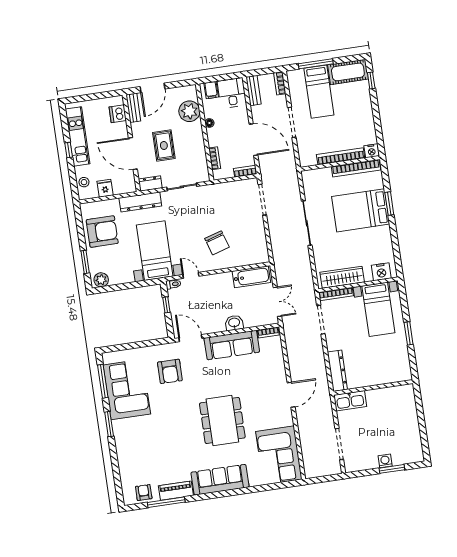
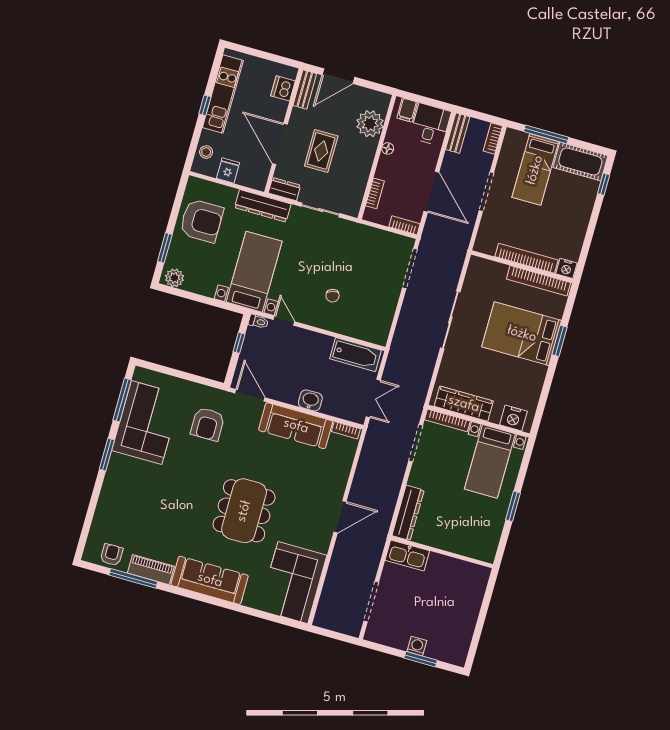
chair: (217, 243) -> (333, 296), width x0.54, depth x0.54

